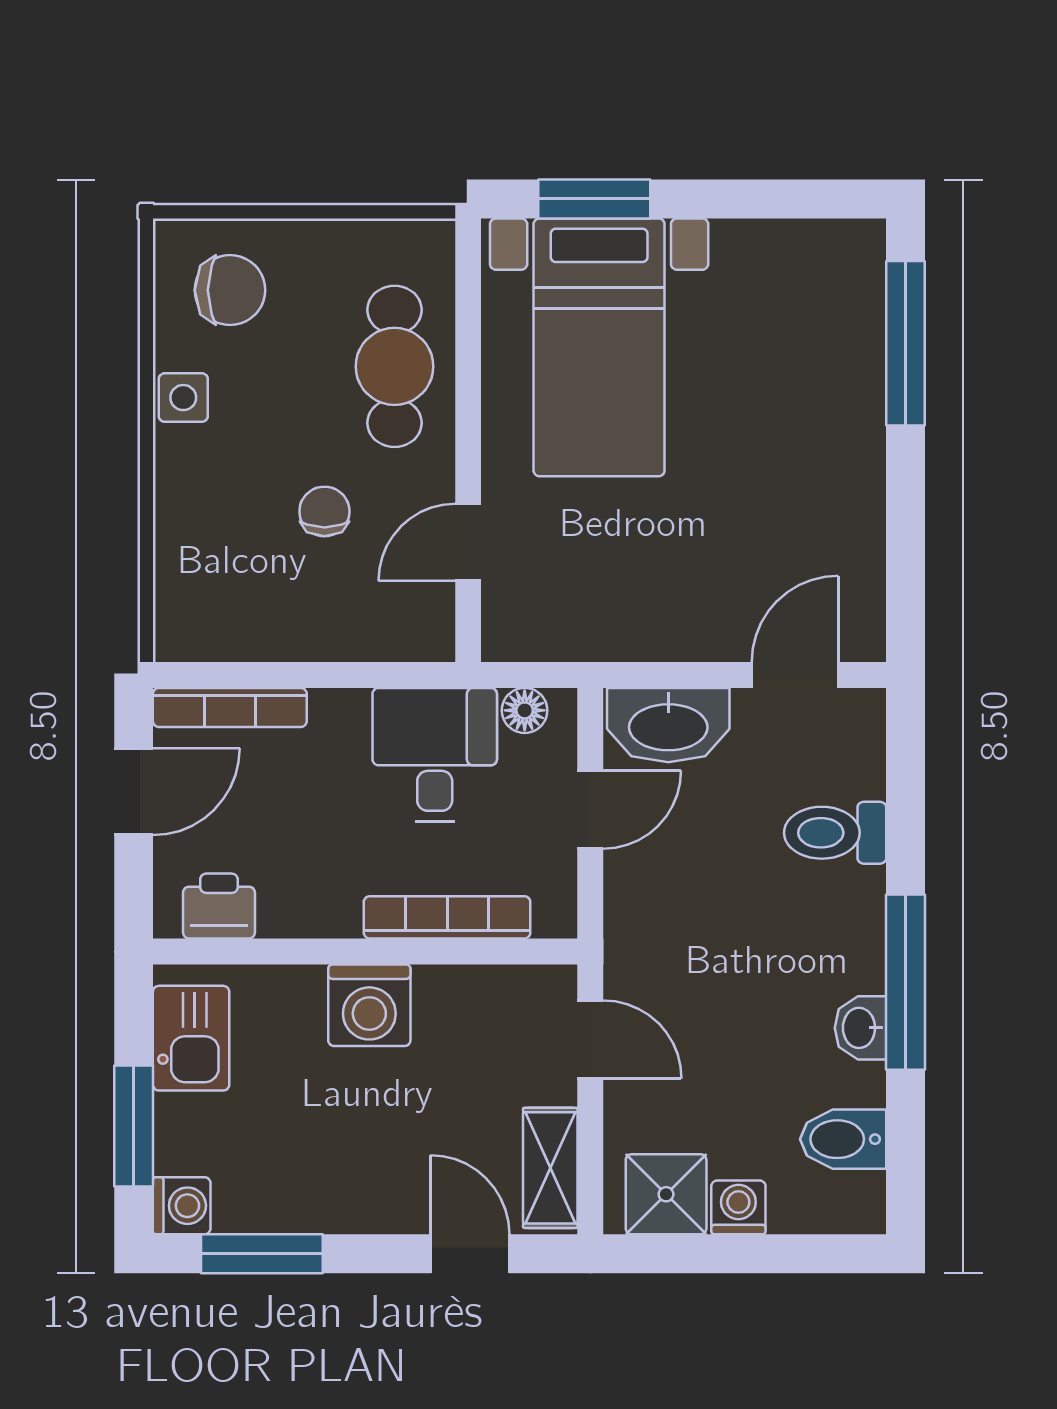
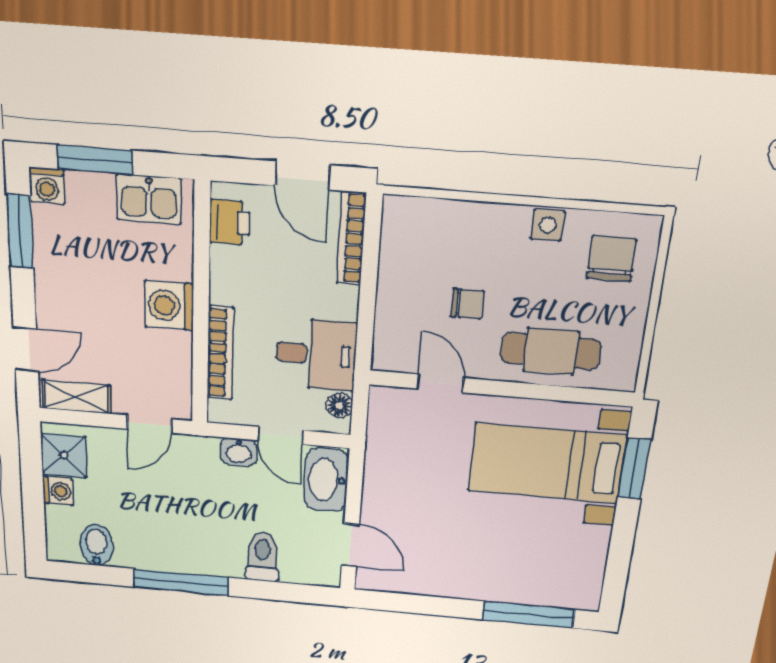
chair: (230, 290) -> (612, 259), turned 180
washbasin: (860, 1028) -> (239, 452), moved, turned 180

